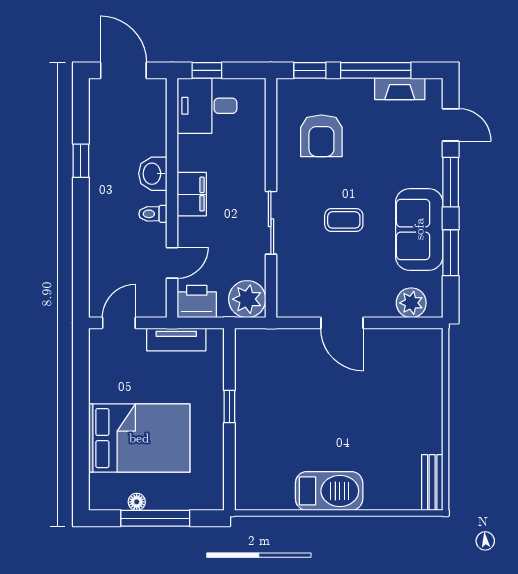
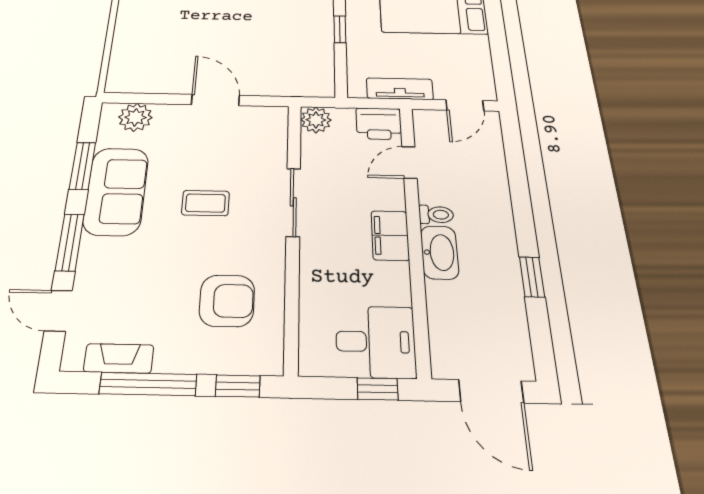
armchair: (321, 136) -> (227, 301), turned 90
washbasin: (153, 174) -> (439, 252), width x1.38
plant: (247, 299) -> (316, 120), width x0.73, depth x0.73

